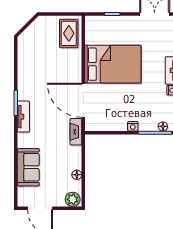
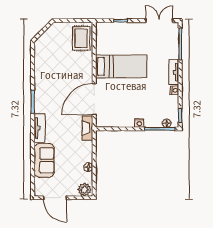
bed: (113, 64) -> (121, 66), width x0.67
door: (83, 100) -> (94, 99), hinge flipped
tv unit: (23, 117) -> (40, 128), moved

